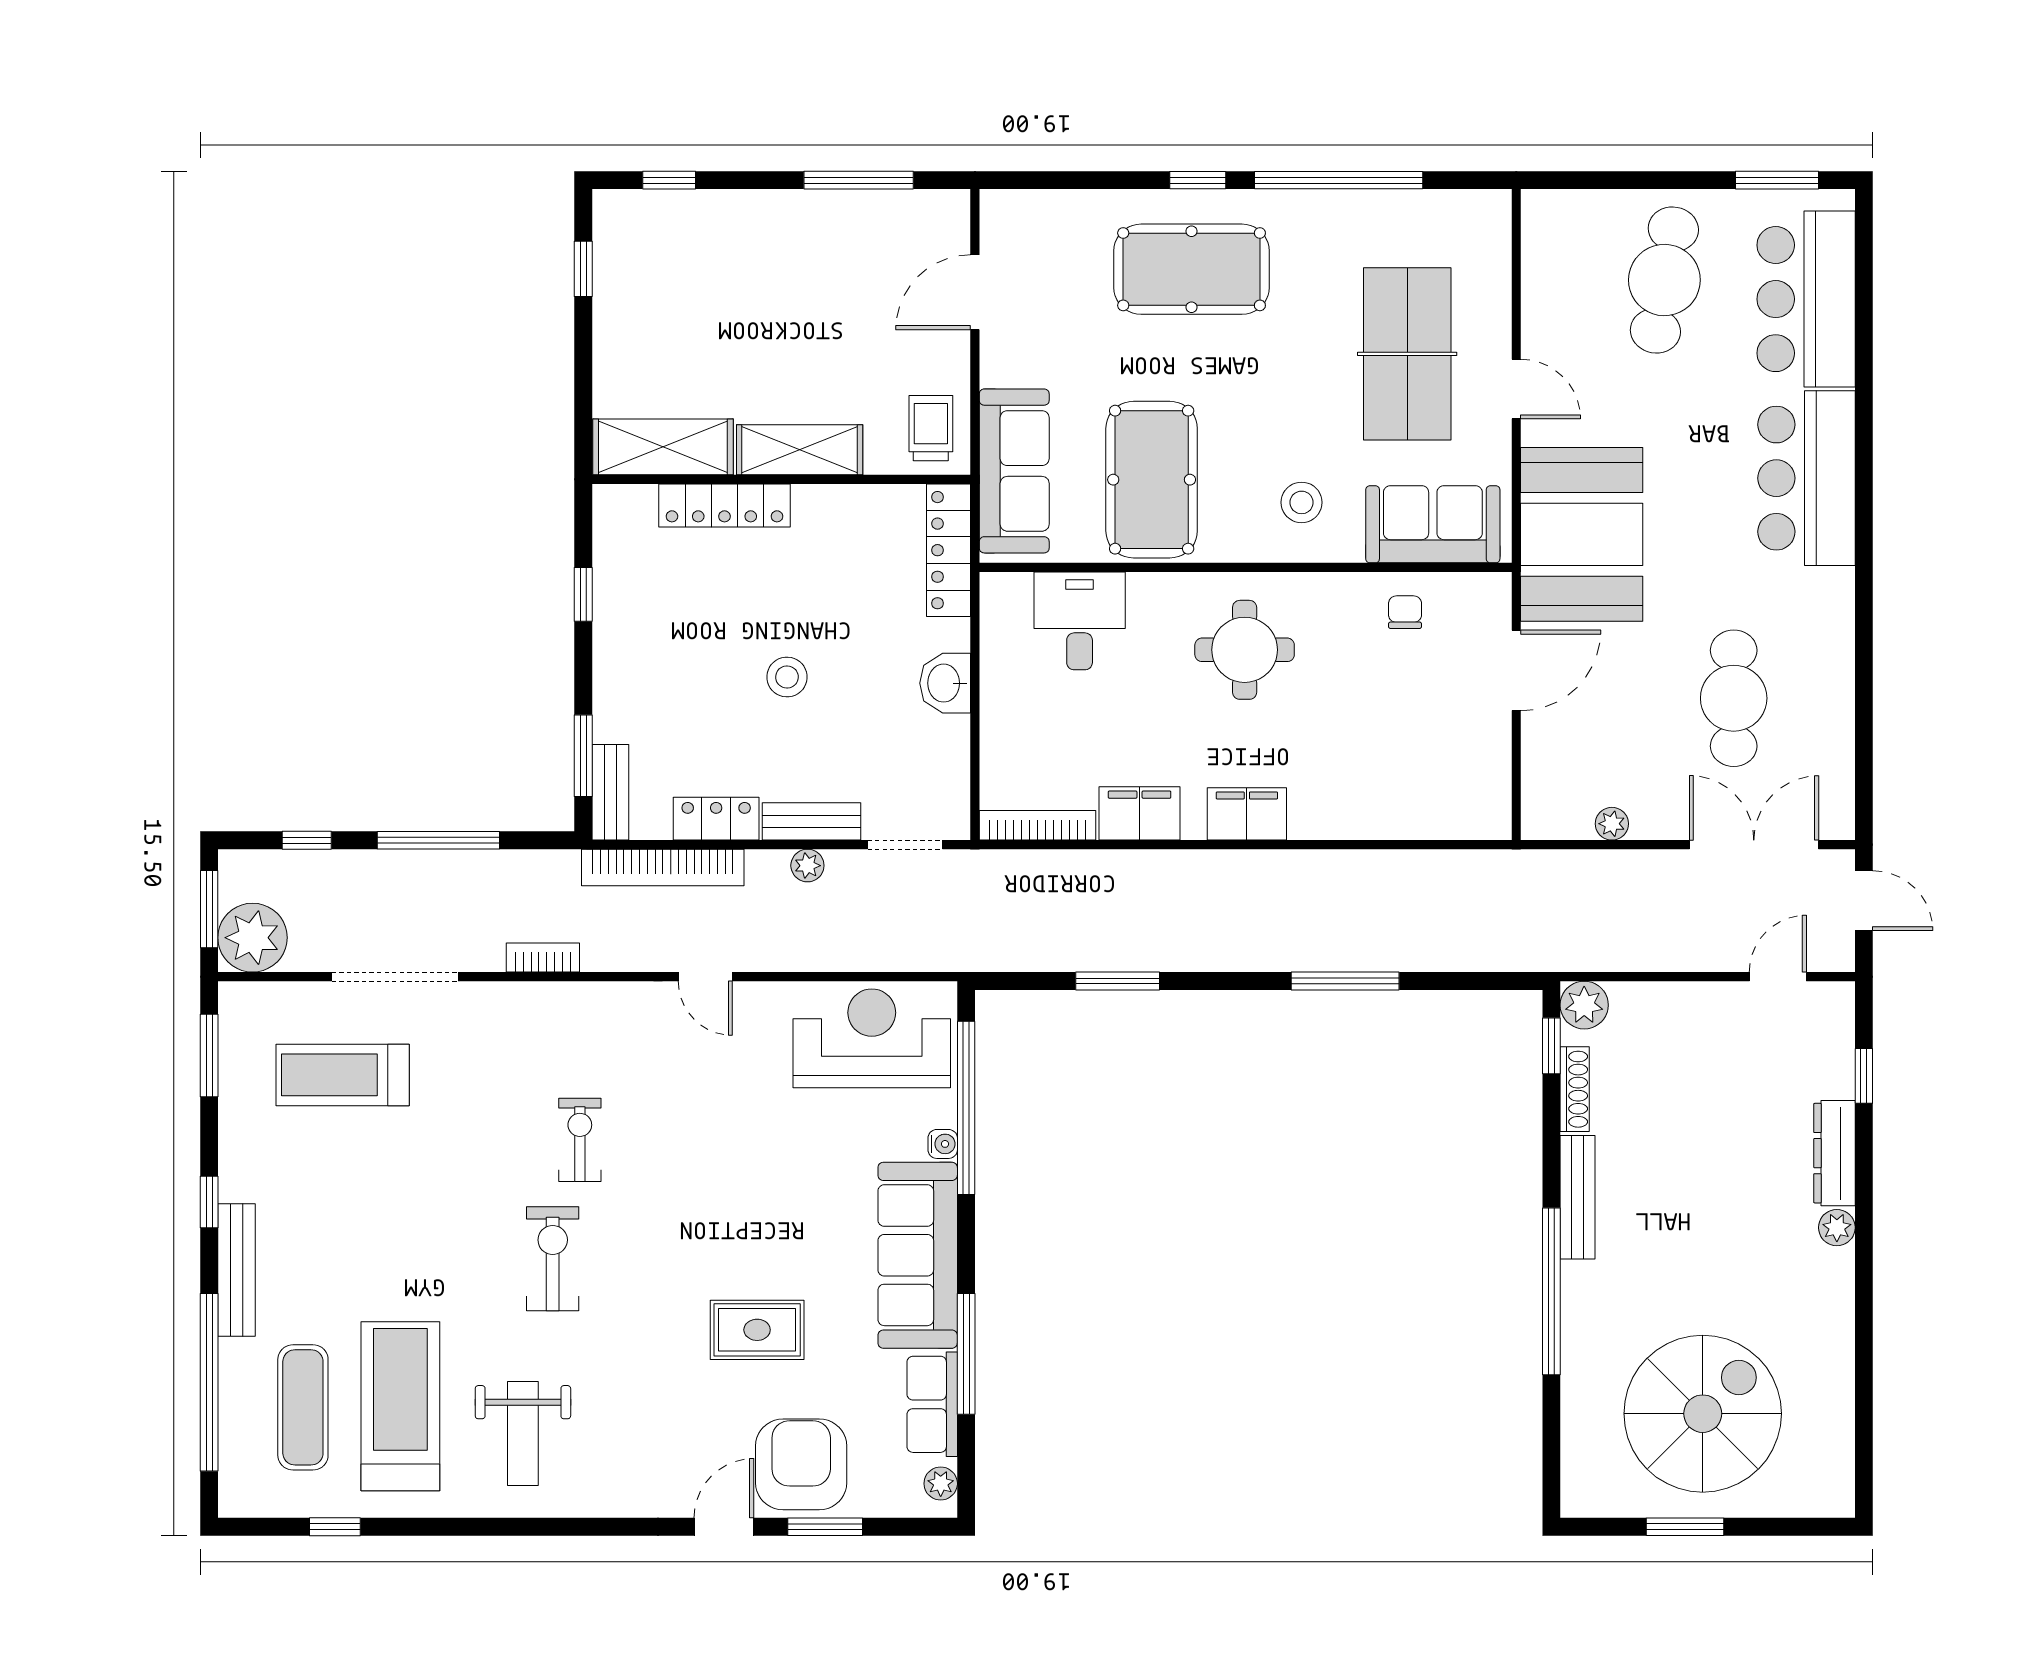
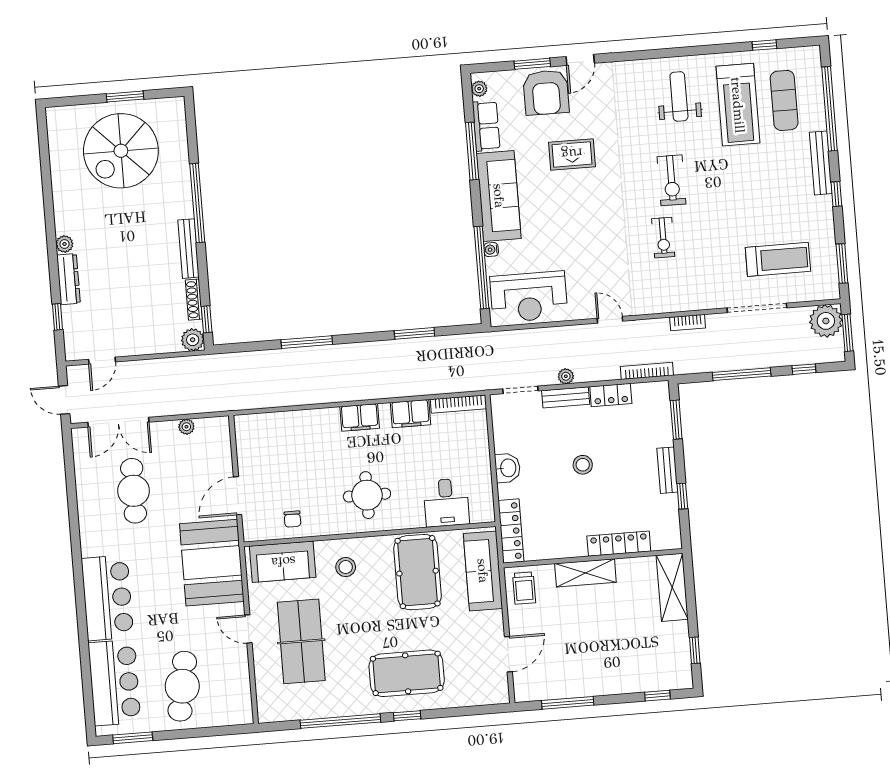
shelving: (663, 447) -> (672, 587), moved, turned 90
bench: (610, 792) -> (667, 470), moved
bookcase: (663, 867) -> (647, 371), width x0.68, depth x0.76

